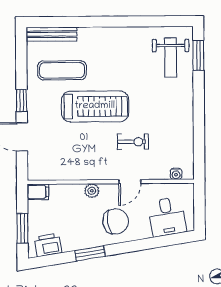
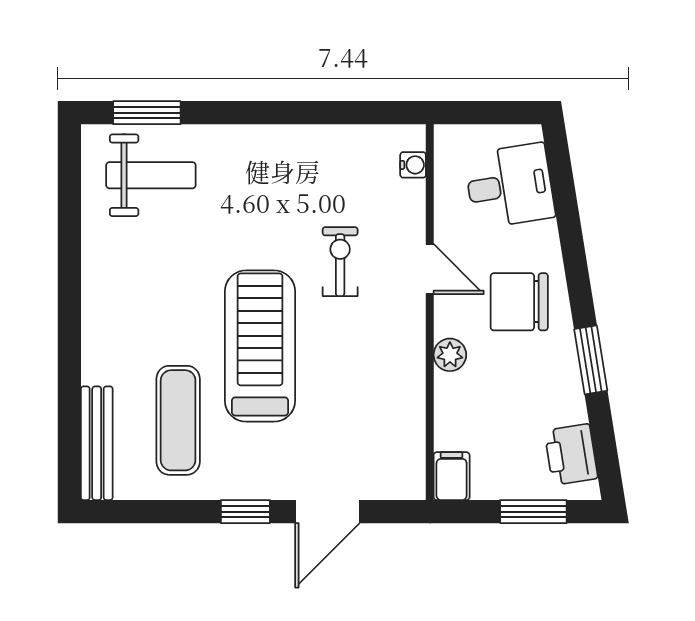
chair: (116, 221) -> (519, 302), turned -82

